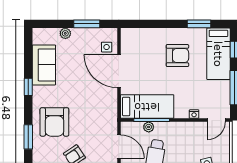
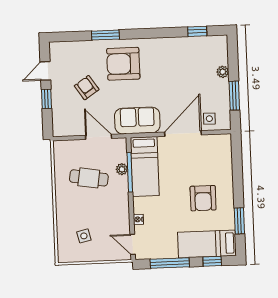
sofa: (44, 65) -> (137, 121), moved, turned 180
window: (28, 87) -> (197, 31), moved
door: (119, 147) -> (99, 137), swing flipped

